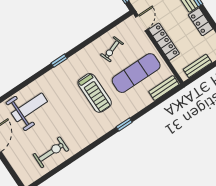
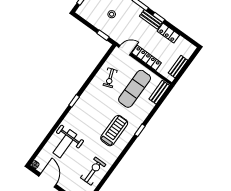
door: (142, 23) -> (125, 50), hinge flipped
treadmill: (95, 93) -> (114, 131), moved, turned -90
weight bench: (29, 107) -> (65, 144), turned 180

